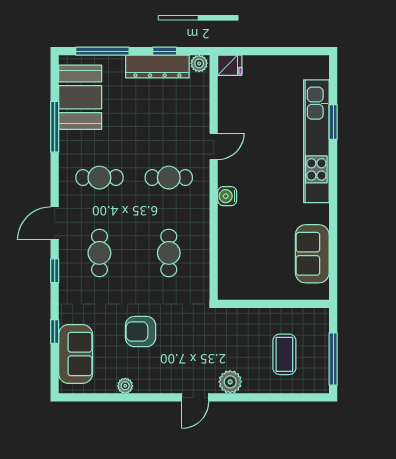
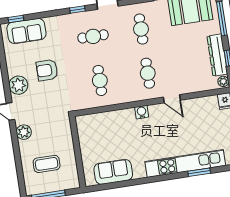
cafe table: (169, 253) -> (100, 80), turned 90
window: (55, 332) -> (16, 19), moved
armchair: (141, 332) -> (47, 70), turned -90
plant: (125, 386) -> (18, 85), moved, width x1.88, depth x1.88

